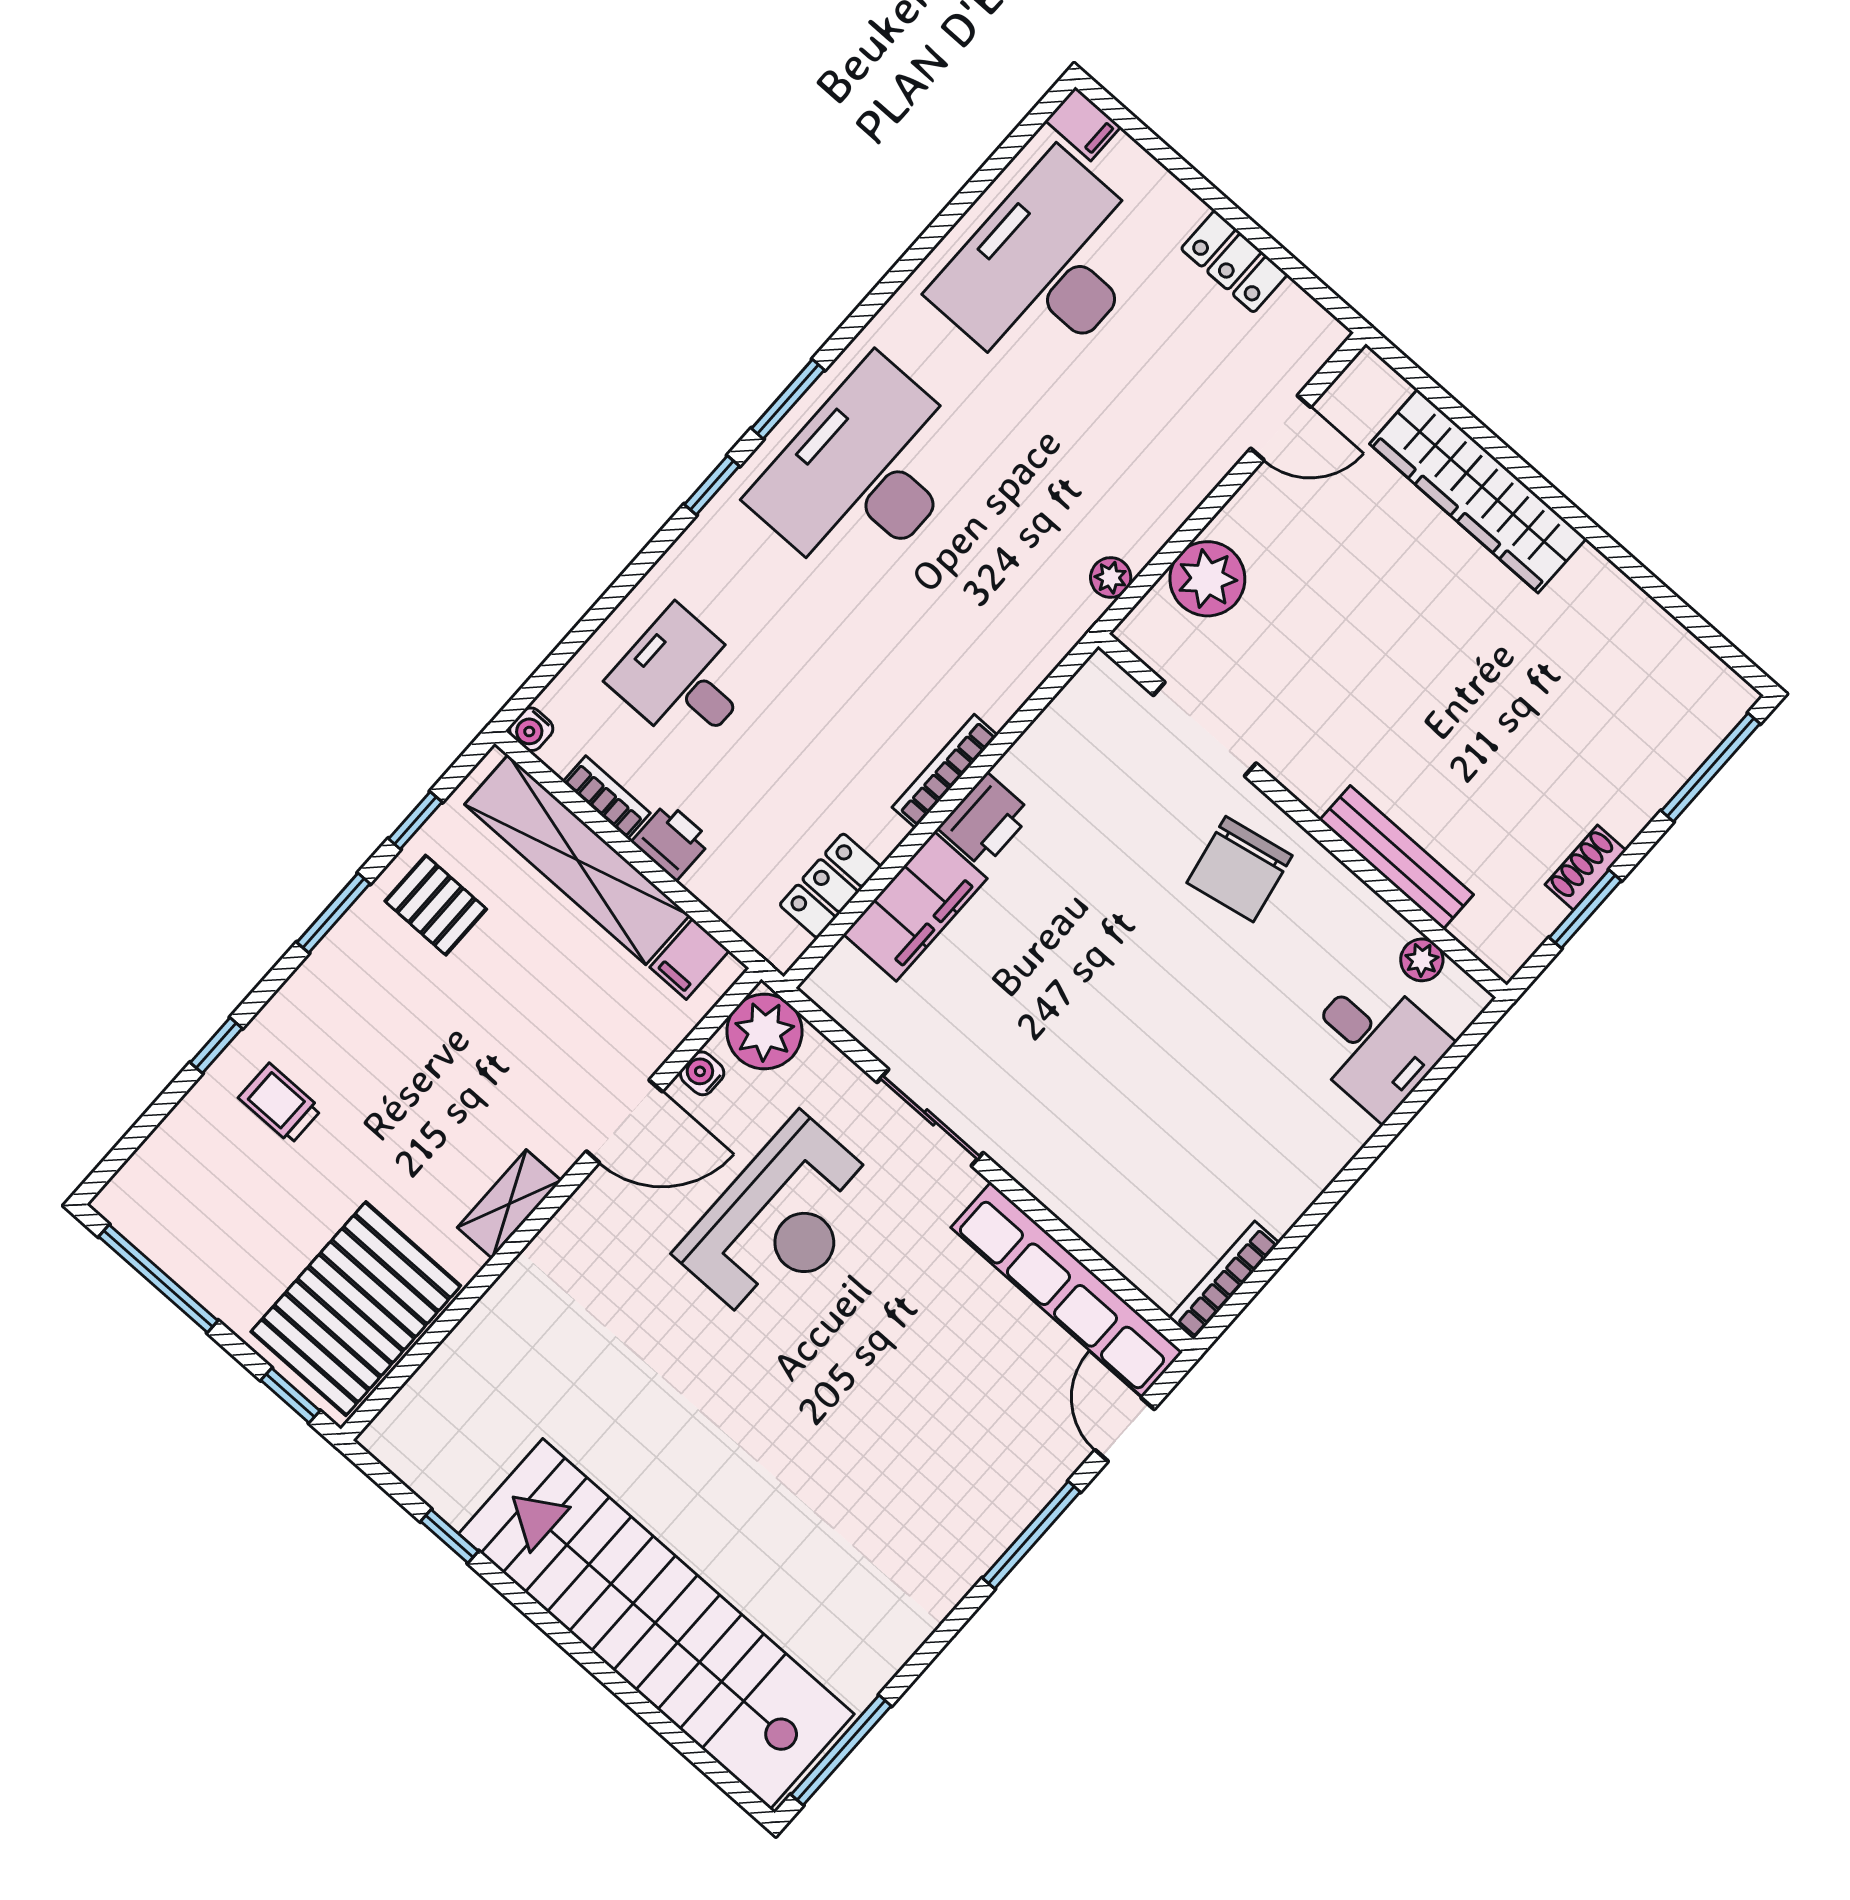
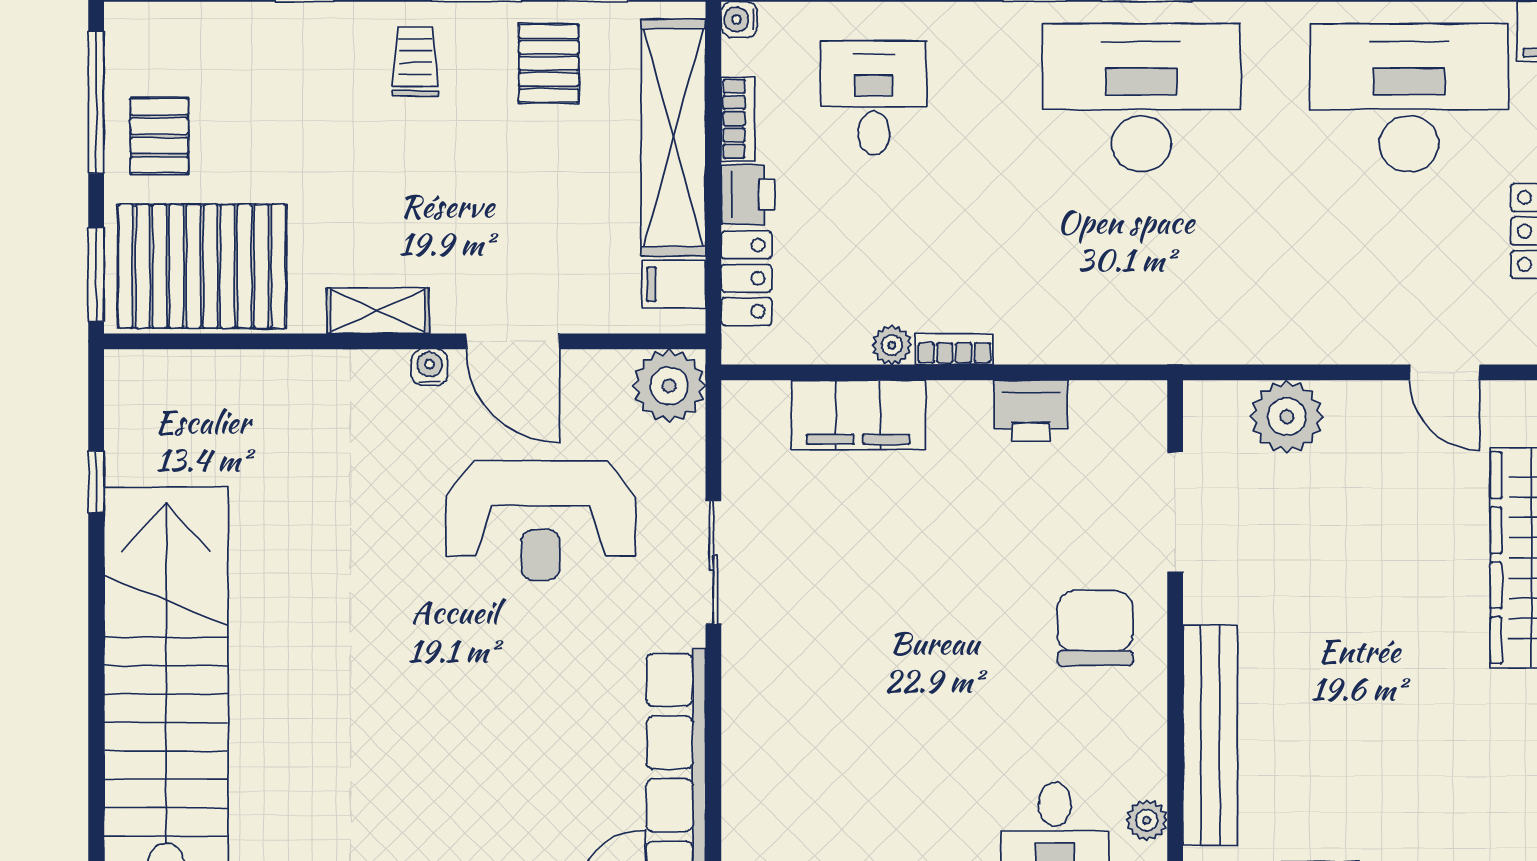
plant: (1111, 578) -> (892, 345), moved
bookcase: (945, 771) -> (954, 349), width x0.64
printer: (985, 821) -> (1031, 411), moved
bench: (1397, 857) -> (1210, 735), width x1.37, depth x1.21
chair: (1239, 869) -> (1095, 628), turned 101
locker: (830, 886) -> (746, 278), moved, turned 90
water cooler: (702, 1073) -> (430, 367), moved
trolley: (280, 1104) -> (415, 62), moved
pallet: (227, 1253) -> (159, 136), added
window: (290, 1396) -> (96, 274), width x1.50

